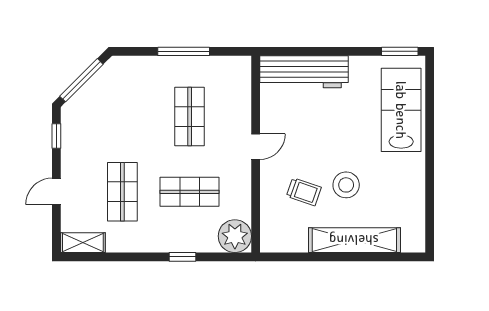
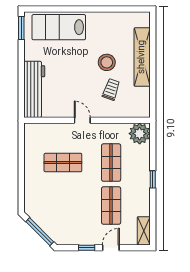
window: (184, 51) -> (21, 166), removed
window: (56, 136) -> (87, 248), moved
door: (56, 191) -> (111, 248), swing flipped
shop shelf: (122, 192) -> (111, 205), turned 90
window: (183, 257) -> (153, 179), moved

